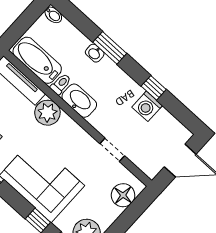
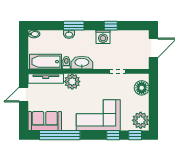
washing machine: (147, 106) -> (103, 37), moved

